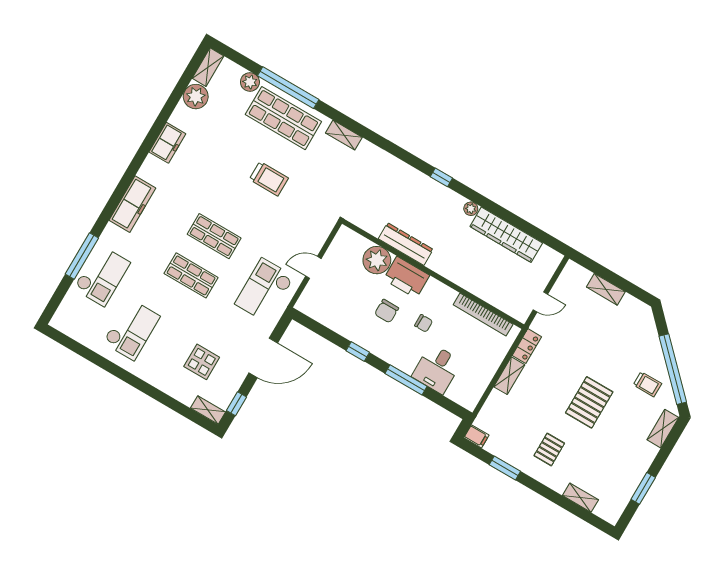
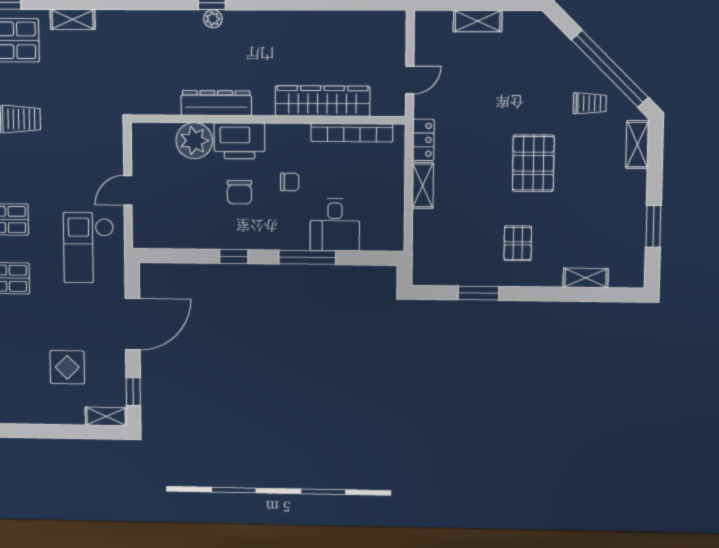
plant: (471, 209) -> (213, 19), moved
wardrobe: (506, 235) -> (322, 101), moved, turned 180
filing cabinet: (476, 436) -> (425, 276), removed

